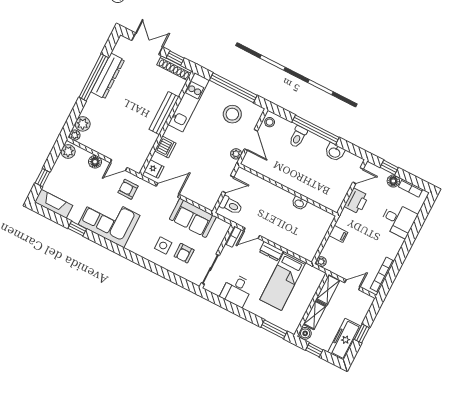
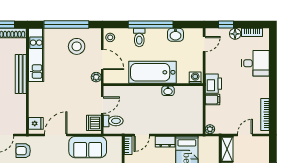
dishwasher: (165, 147) -> (94, 123), moved, turned 180
bathtub: (293, 177) -> (153, 72), added
printer: (356, 201) -> (213, 84), moved
washing machine: (332, 204) -> (195, 78), added

